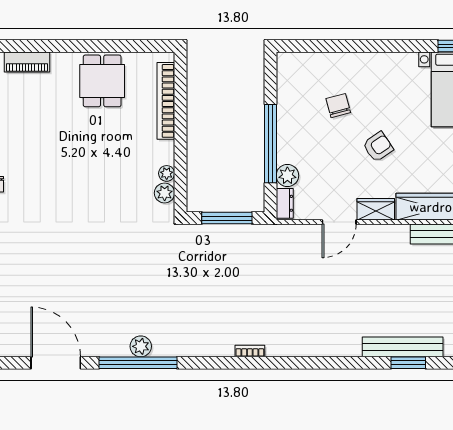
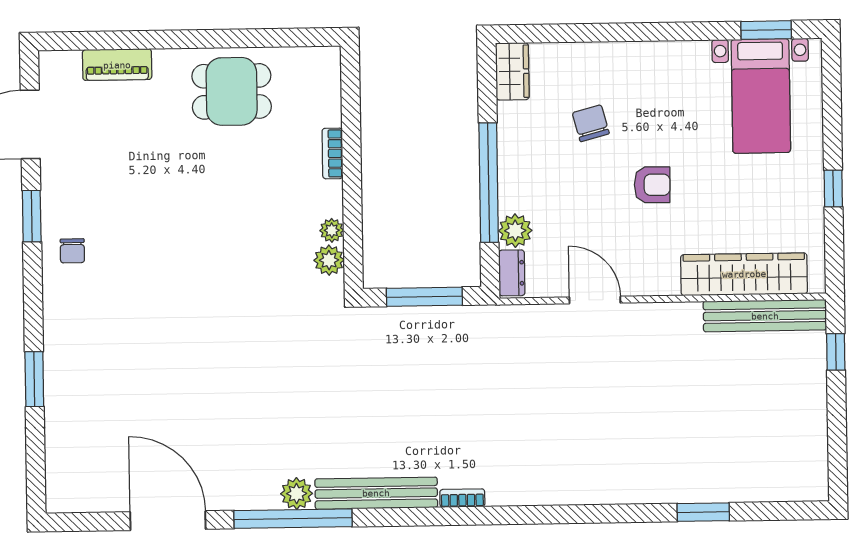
dining table: (102, 81) -> (232, 91), turned 90
bookcase: (166, 101) -> (332, 153), width x0.43, depth x0.76
armchair: (378, 147) -> (652, 185), turned 35
wardrobe: (376, 209) -> (512, 71), moved, turned 90
door: (339, 222) -> (595, 300), swing flipped
bench: (403, 347) -> (376, 493), moved

